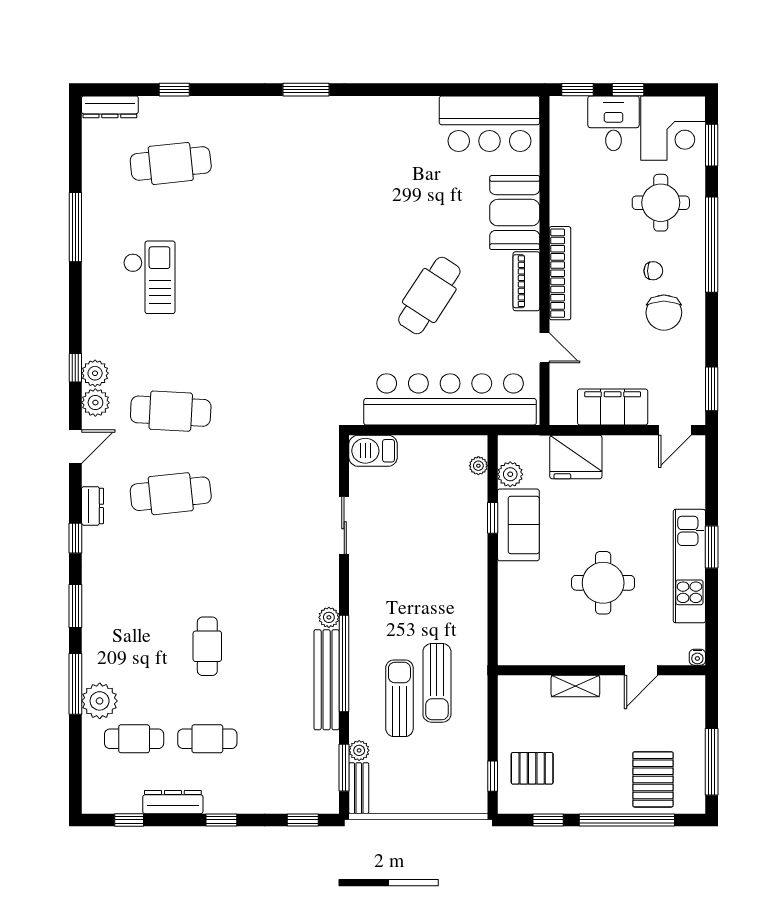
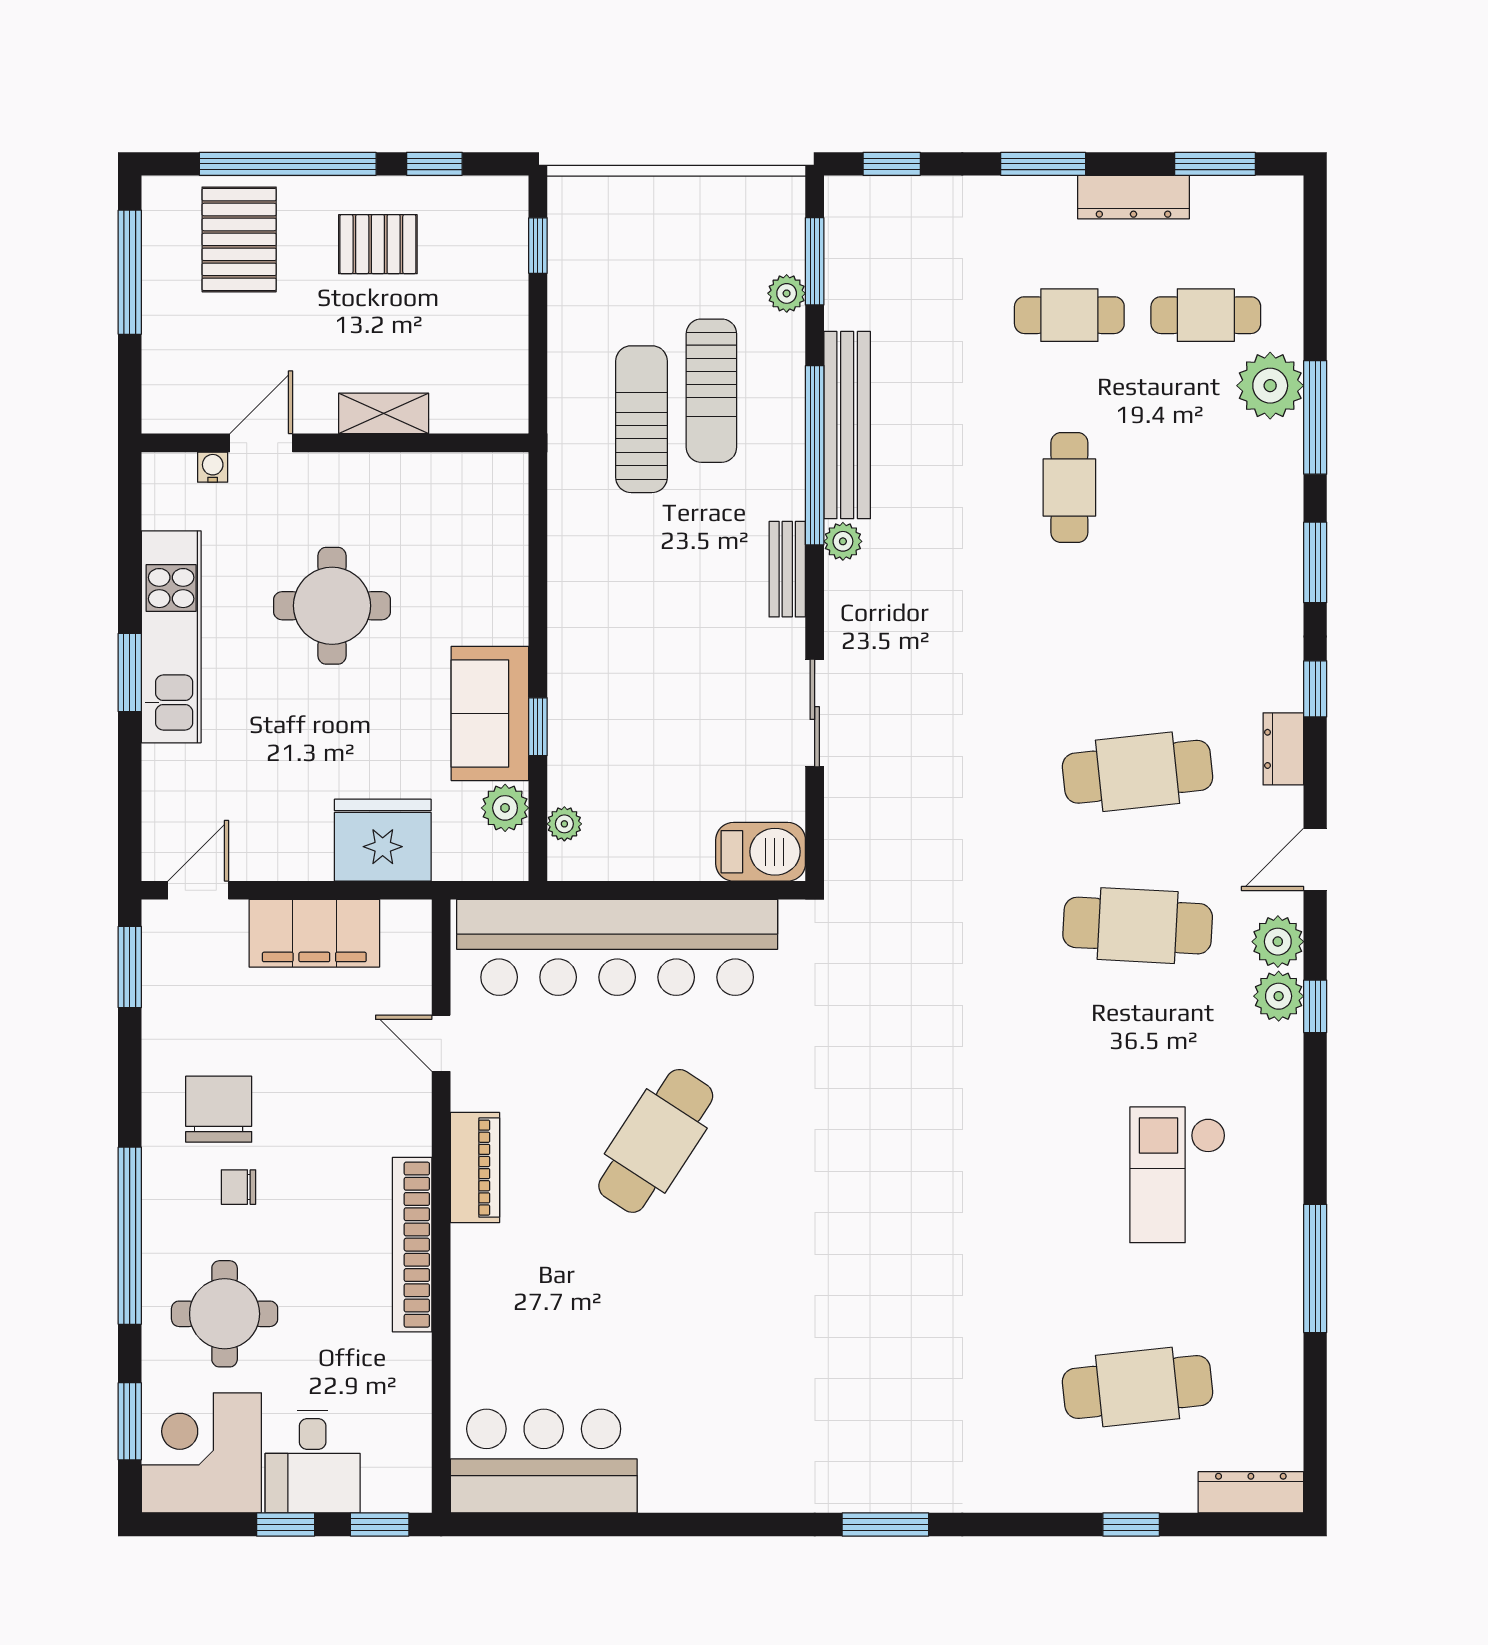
booth: (515, 213) -> (497, 1295), removed
bookcase: (560, 273) -> (412, 1245), moved
water cooler: (697, 657) -> (213, 467), moved
pallet: (532, 768) -> (378, 244), moved
bench: (359, 788) -> (787, 569), moved
window: (129, 820) -> (1215, 164), width x1.50
window: (221, 820) -> (1043, 164), width x1.50

